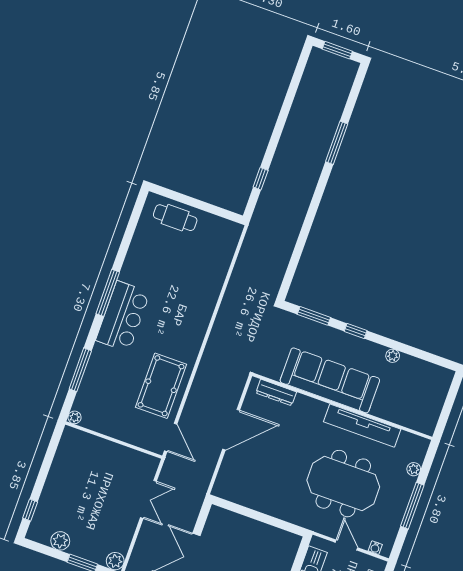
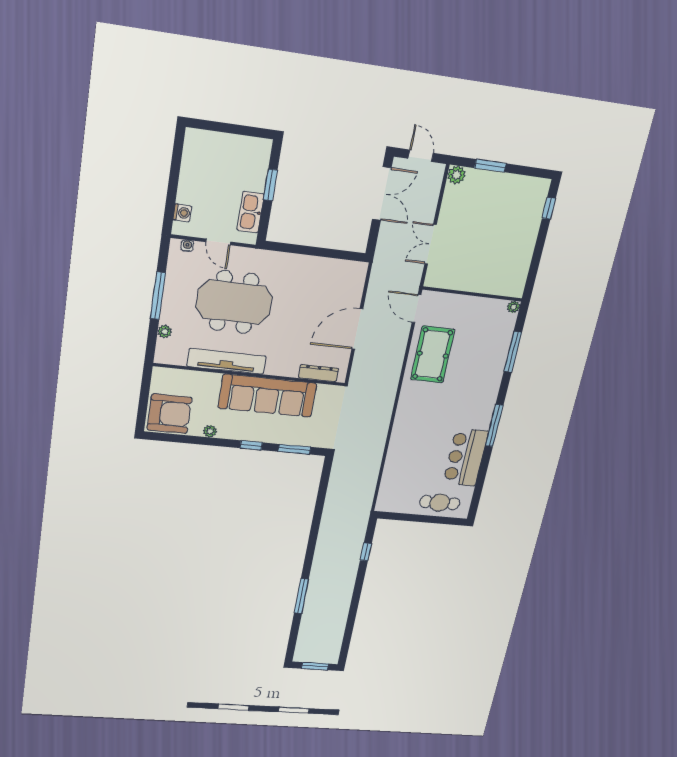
bar counter: (123, 316) -> (466, 457), moved
armchair: (427, 384) -> (169, 414), added
plant: (60, 541) -> (515, 184), removed

